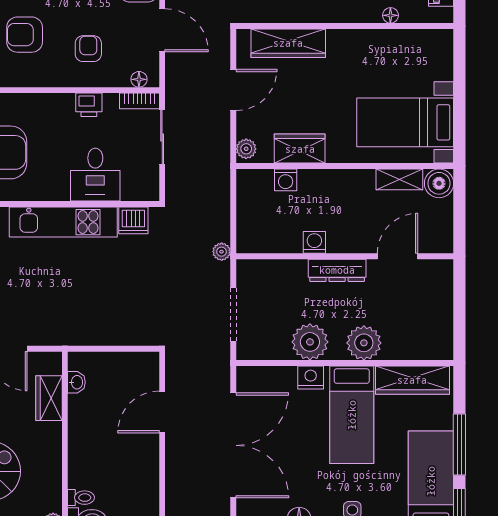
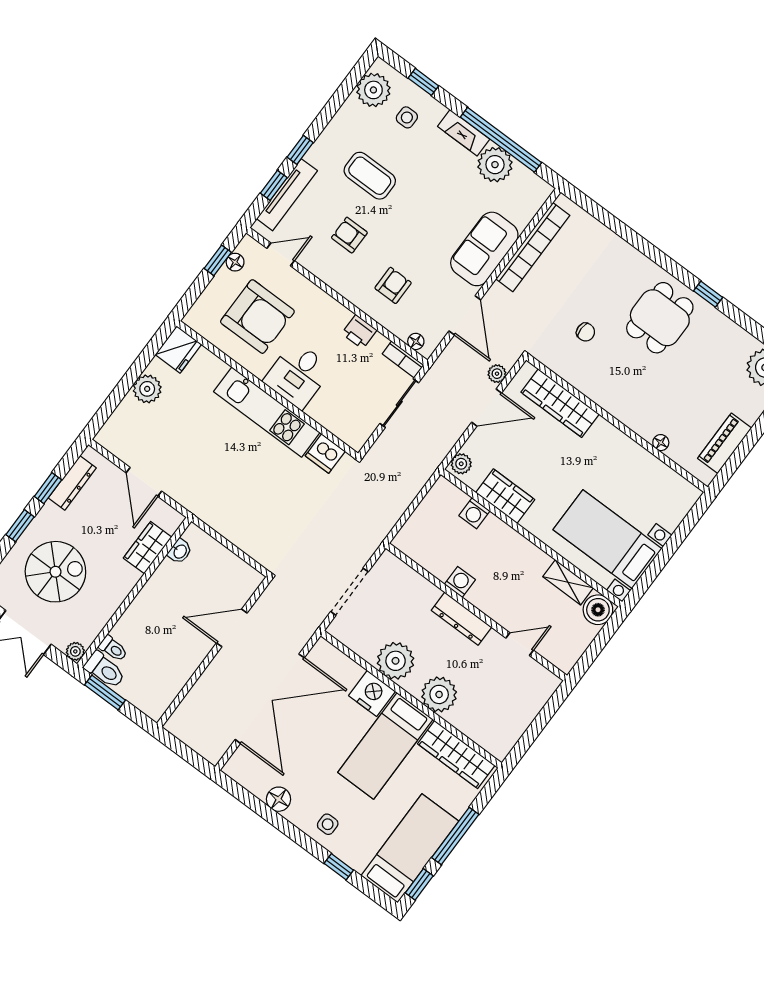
armchair: (25, 35) -> (349, 235), width x0.72, depth x0.72
desk: (95, 175) -> (298, 375), moved
plant: (222, 252) -> (497, 374), moved
door: (398, 256) -> (520, 644), width x0.73
nightstand: (311, 377) -> (372, 693), width x1.36, depth x1.33

